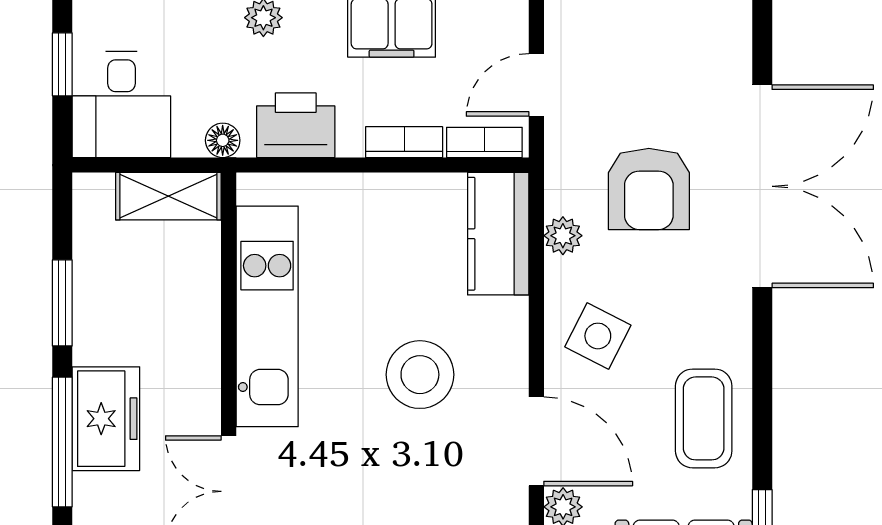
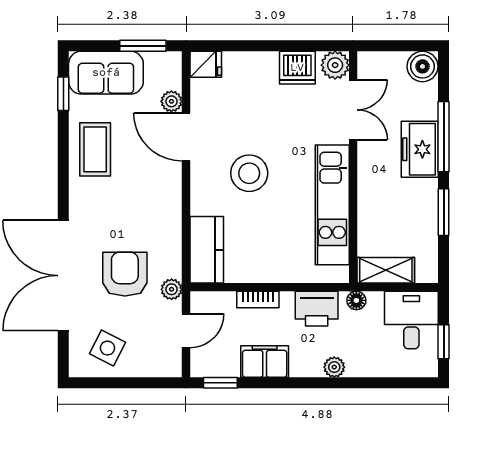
bookcase: (484, 142) -> (214, 299), removed
plant: (563, 236) -> (172, 289), moved
side table: (598, 336) -> (107, 348), moved

